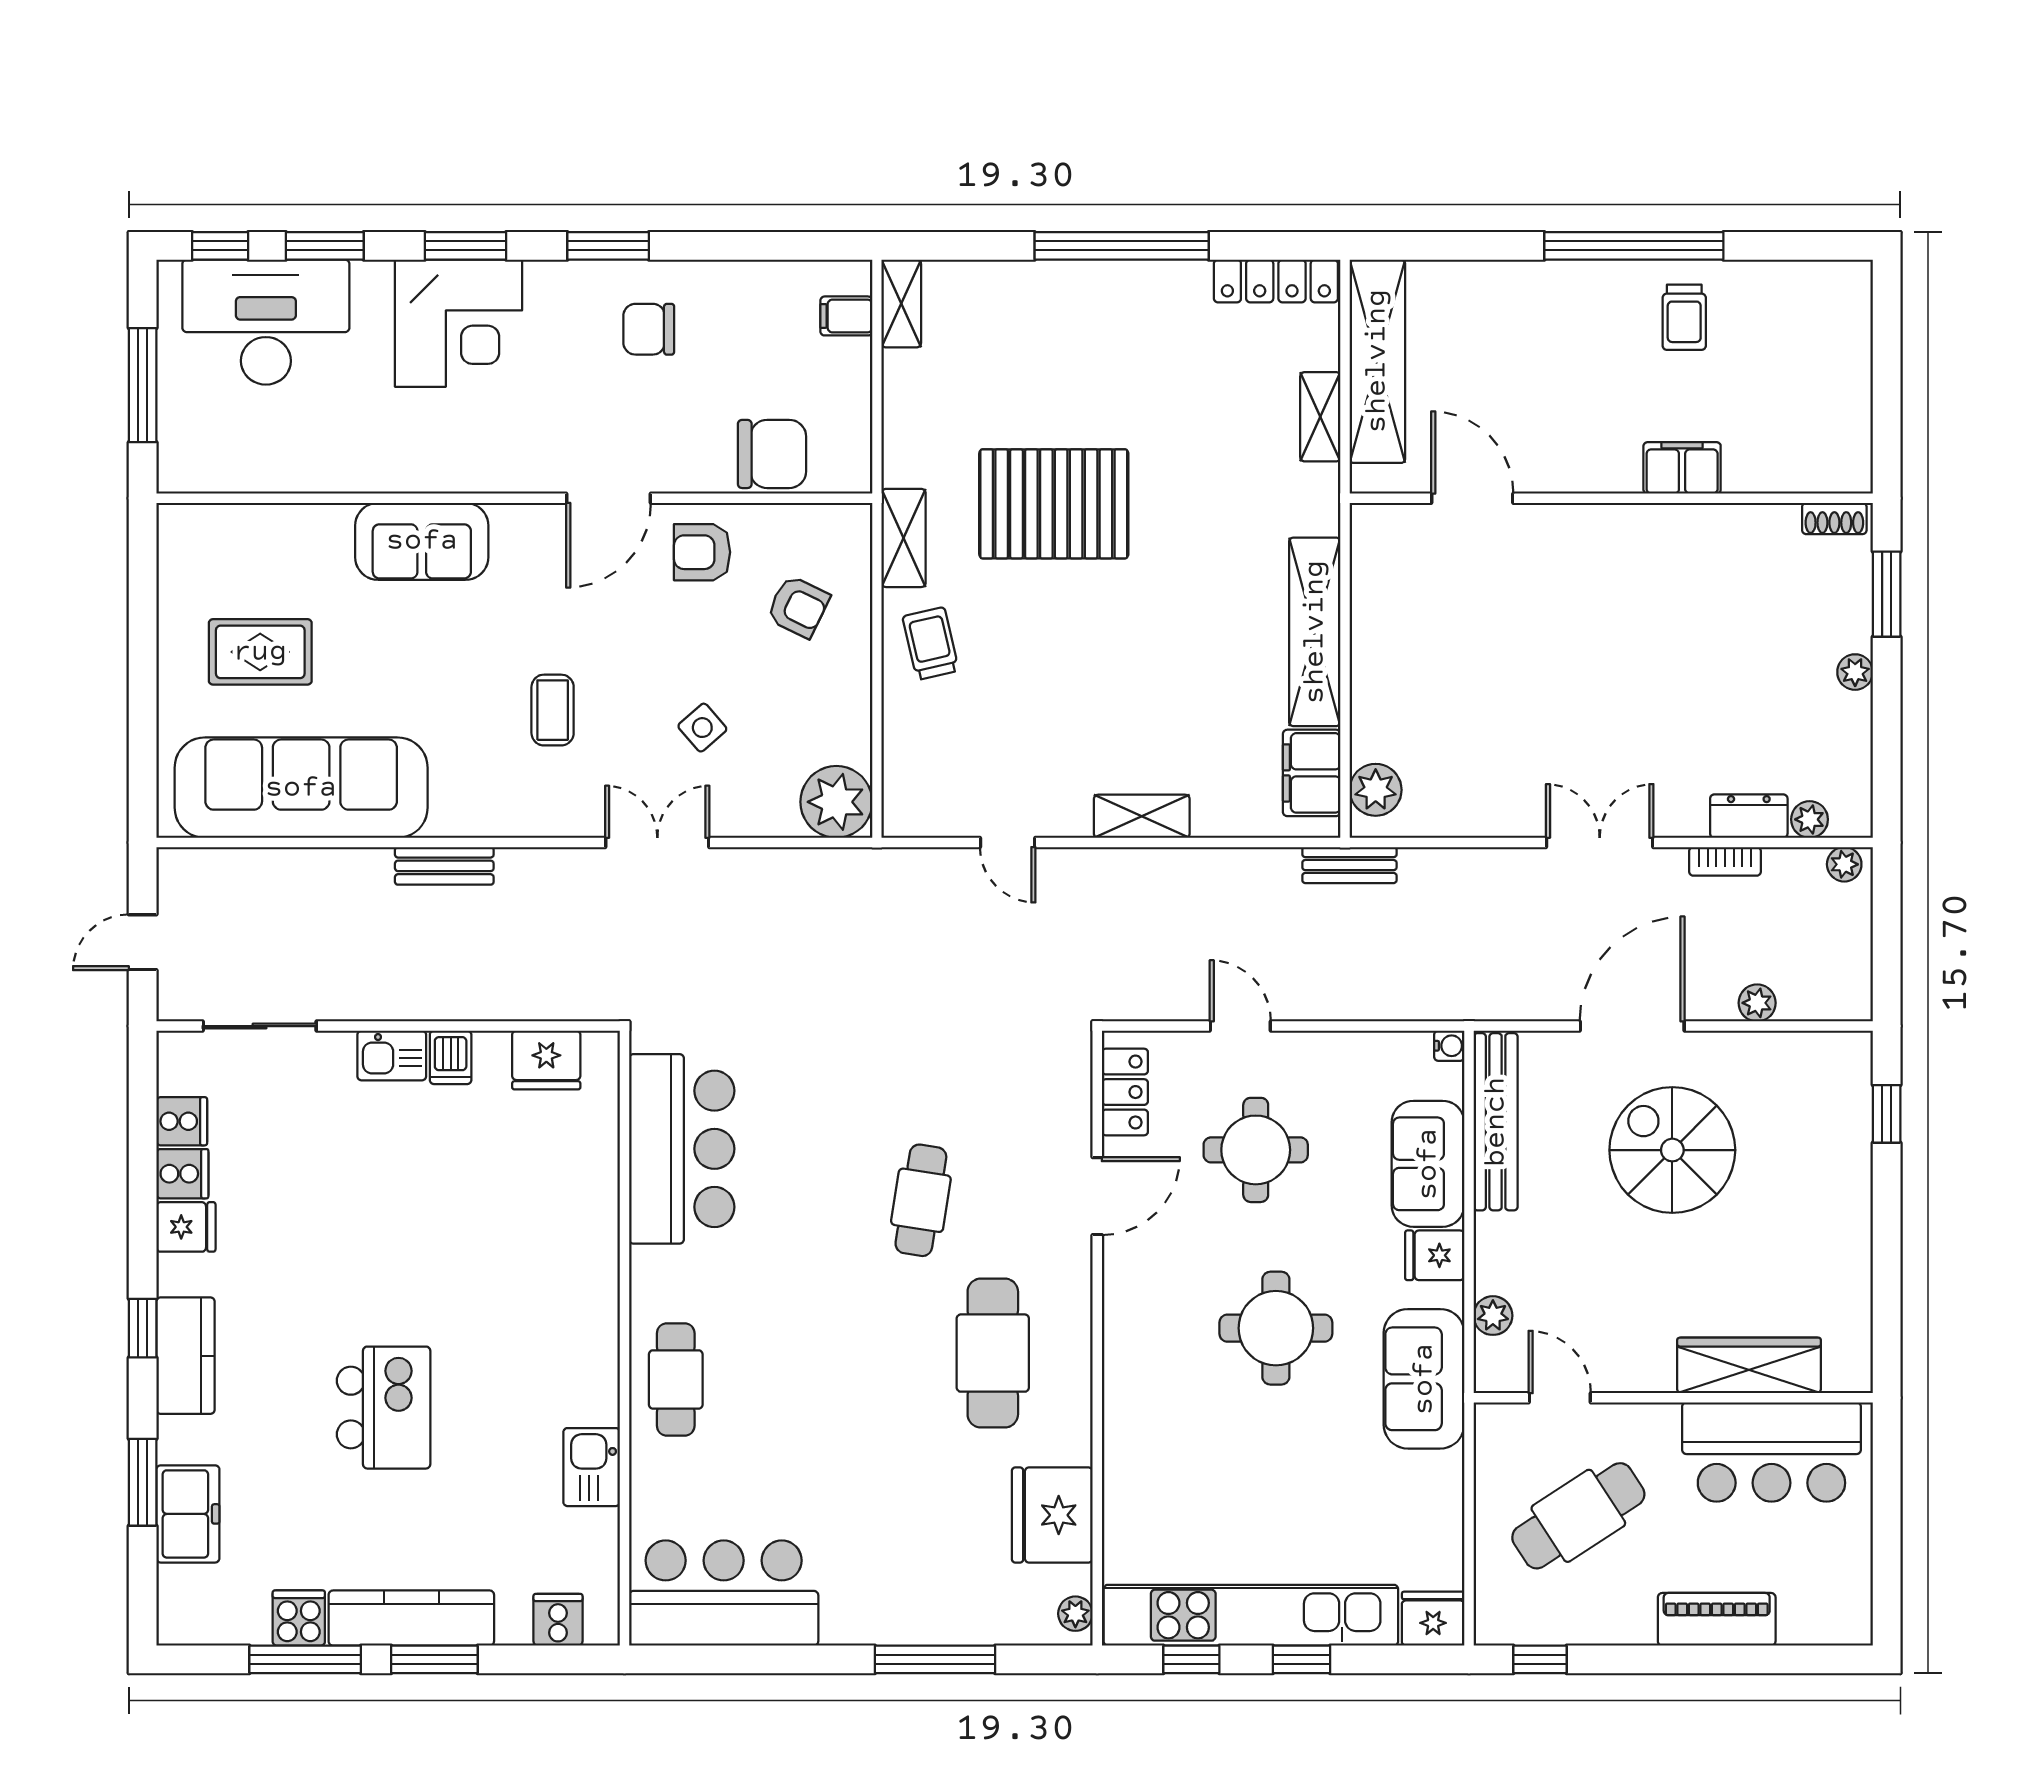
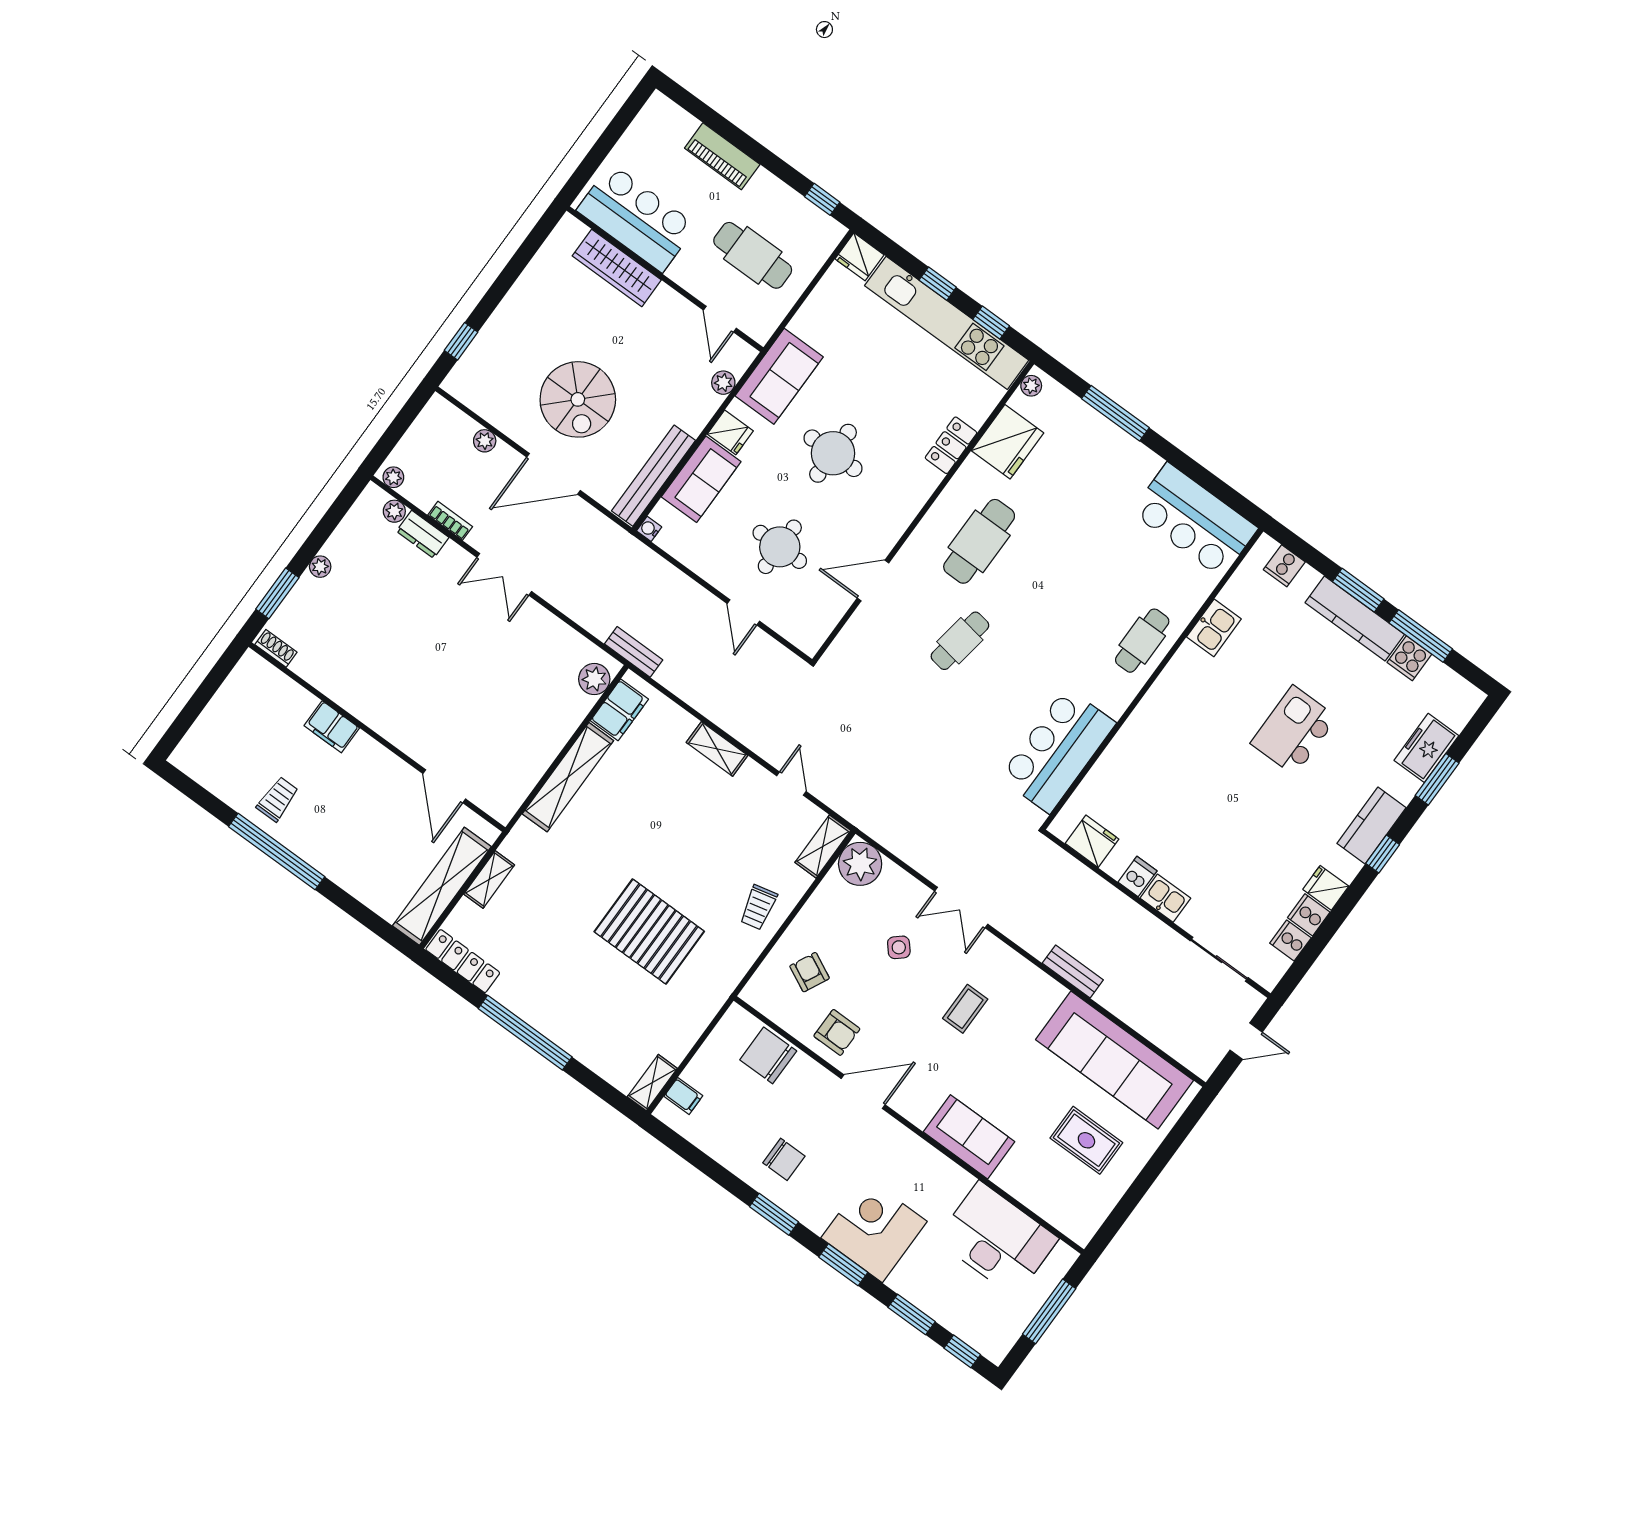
desk: (266, 322) -> (997, 1239), moved, turned 180
shelving: (904, 538) -> (823, 846), moved
locker: (1125, 1092) -> (951, 445), moved
cafe table: (1578, 1516) -> (753, 255), turned 33

